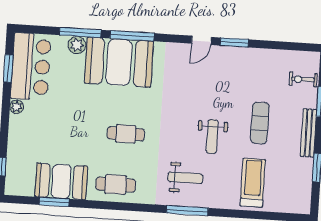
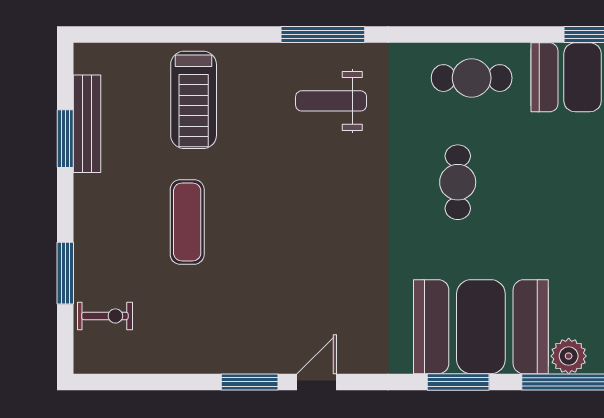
window: (132, 36) -> (458, 382), width x0.69
bench: (309, 133) -> (87, 124), moved
cafe table: (126, 134) -> (458, 182), turned 90
weight bench: (212, 137) -> (282, 188), removed

